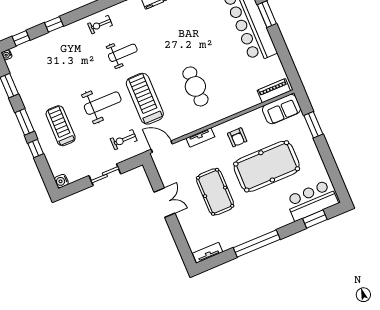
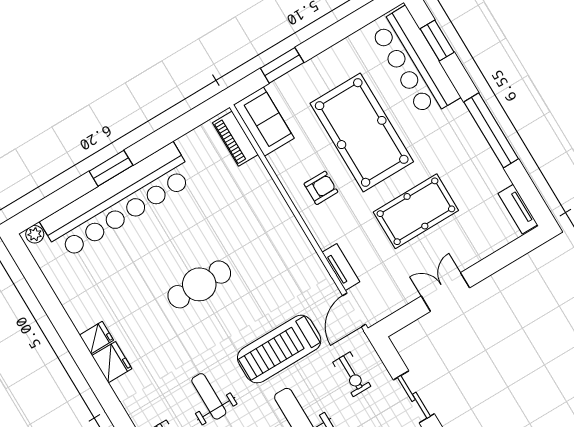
cafe table: (195, 86) -> (199, 284), moved
tv unit: (200, 137) -> (341, 267), moved
bar counter: (312, 200) -> (415, 62), width x1.36

